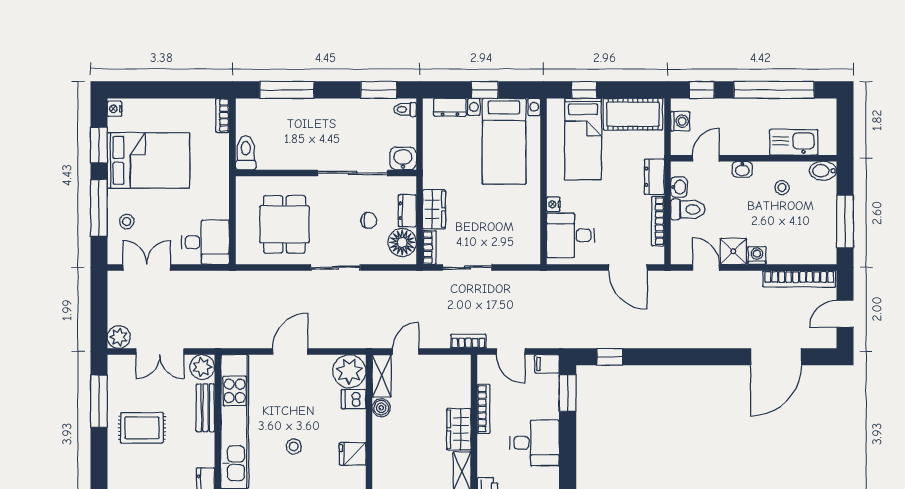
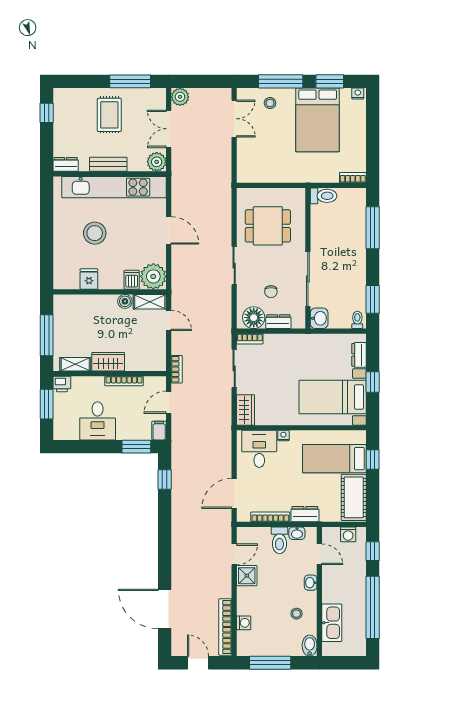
wardrobe: (434, 209) -> (246, 410), moved, turned -90
desk: (205, 242) -> (254, 164), removed
washing machine: (757, 255) -> (244, 623), moved
bench: (205, 408) -> (108, 164), moved
stool: (294, 447) -> (95, 233), width x1.89, depth x1.89

